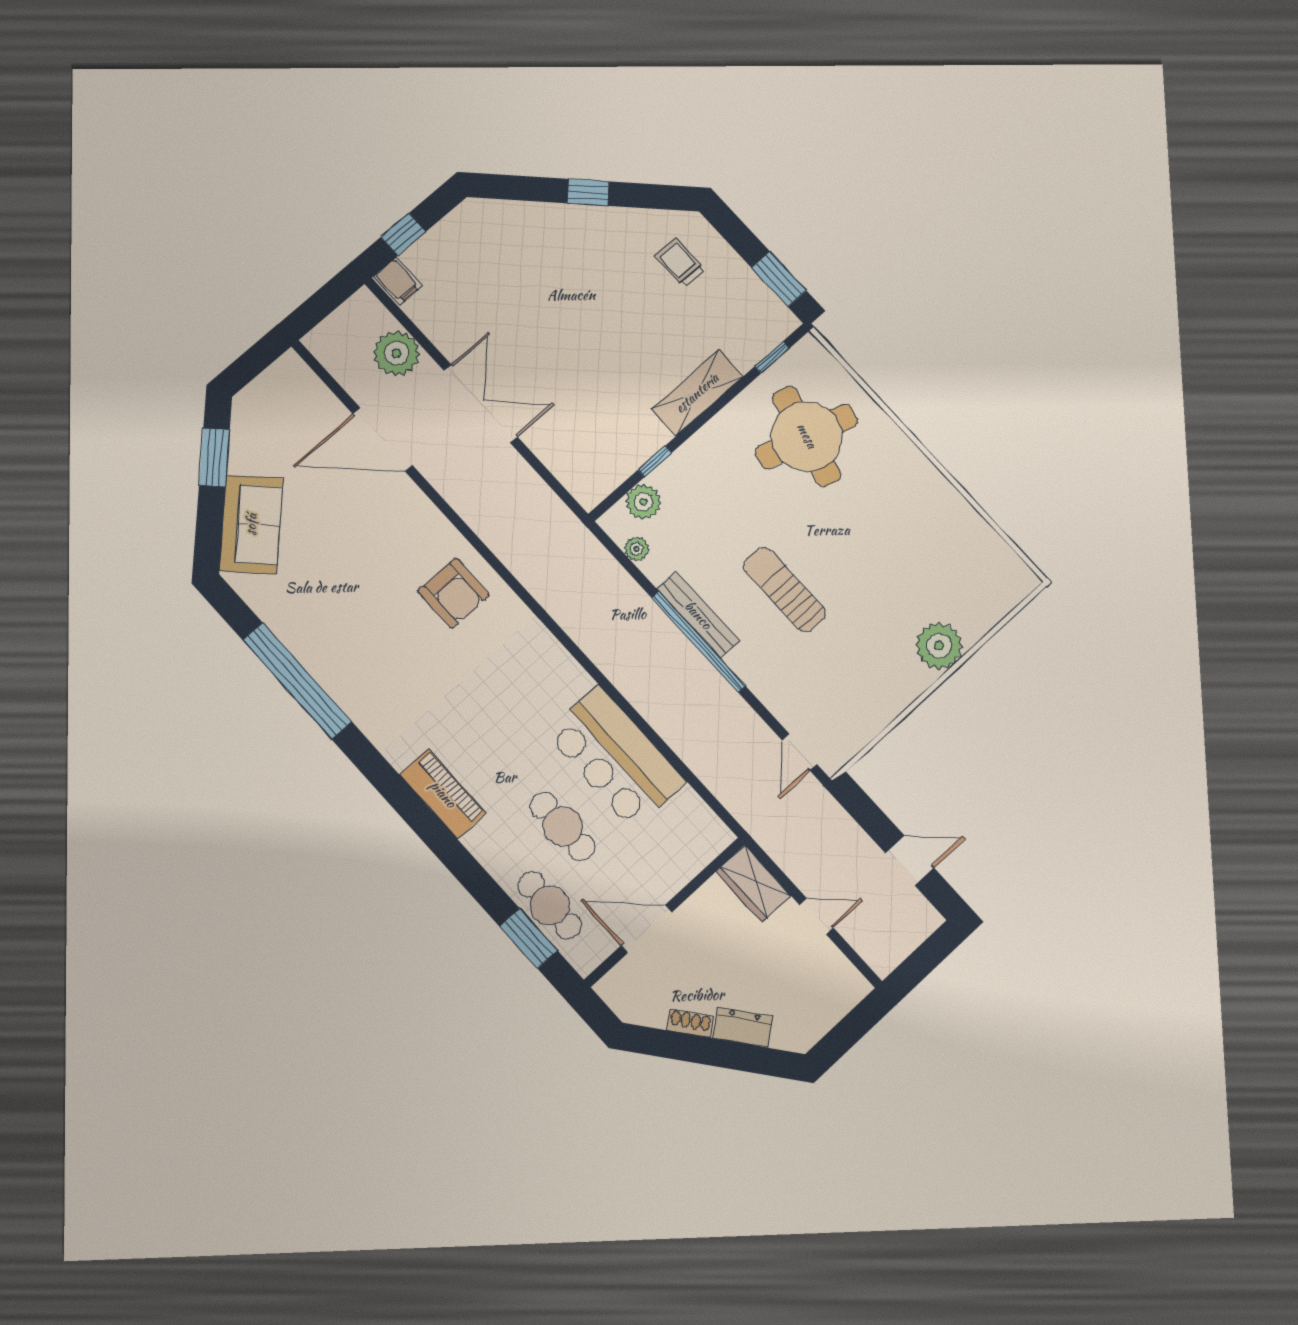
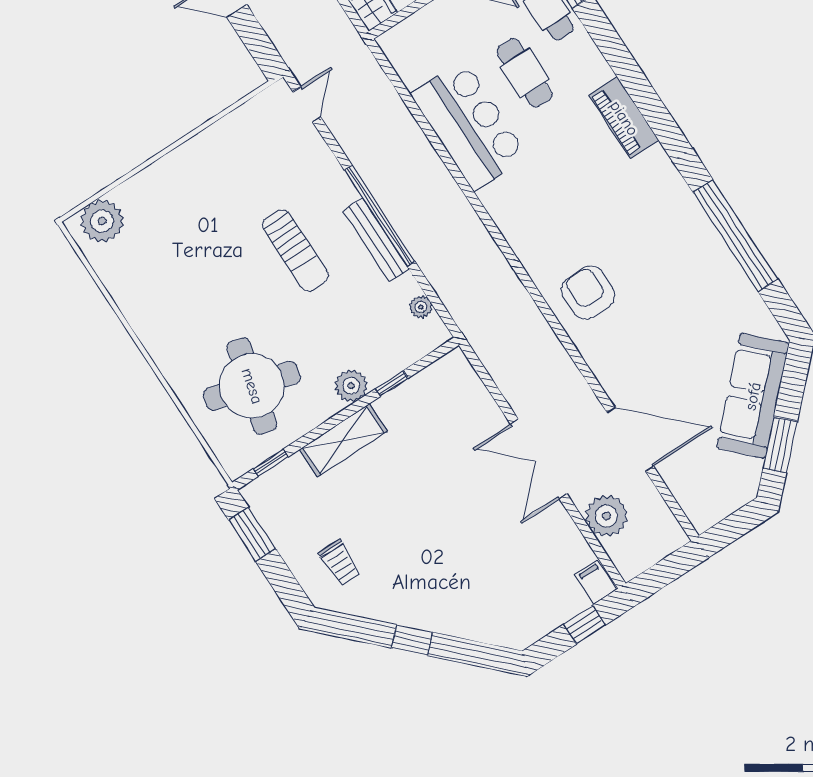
plant: (643, 502) -> (351, 386), moved
sofa: (251, 524) -> (753, 396), width x1.36
plant: (939, 646) -> (102, 221), moved

